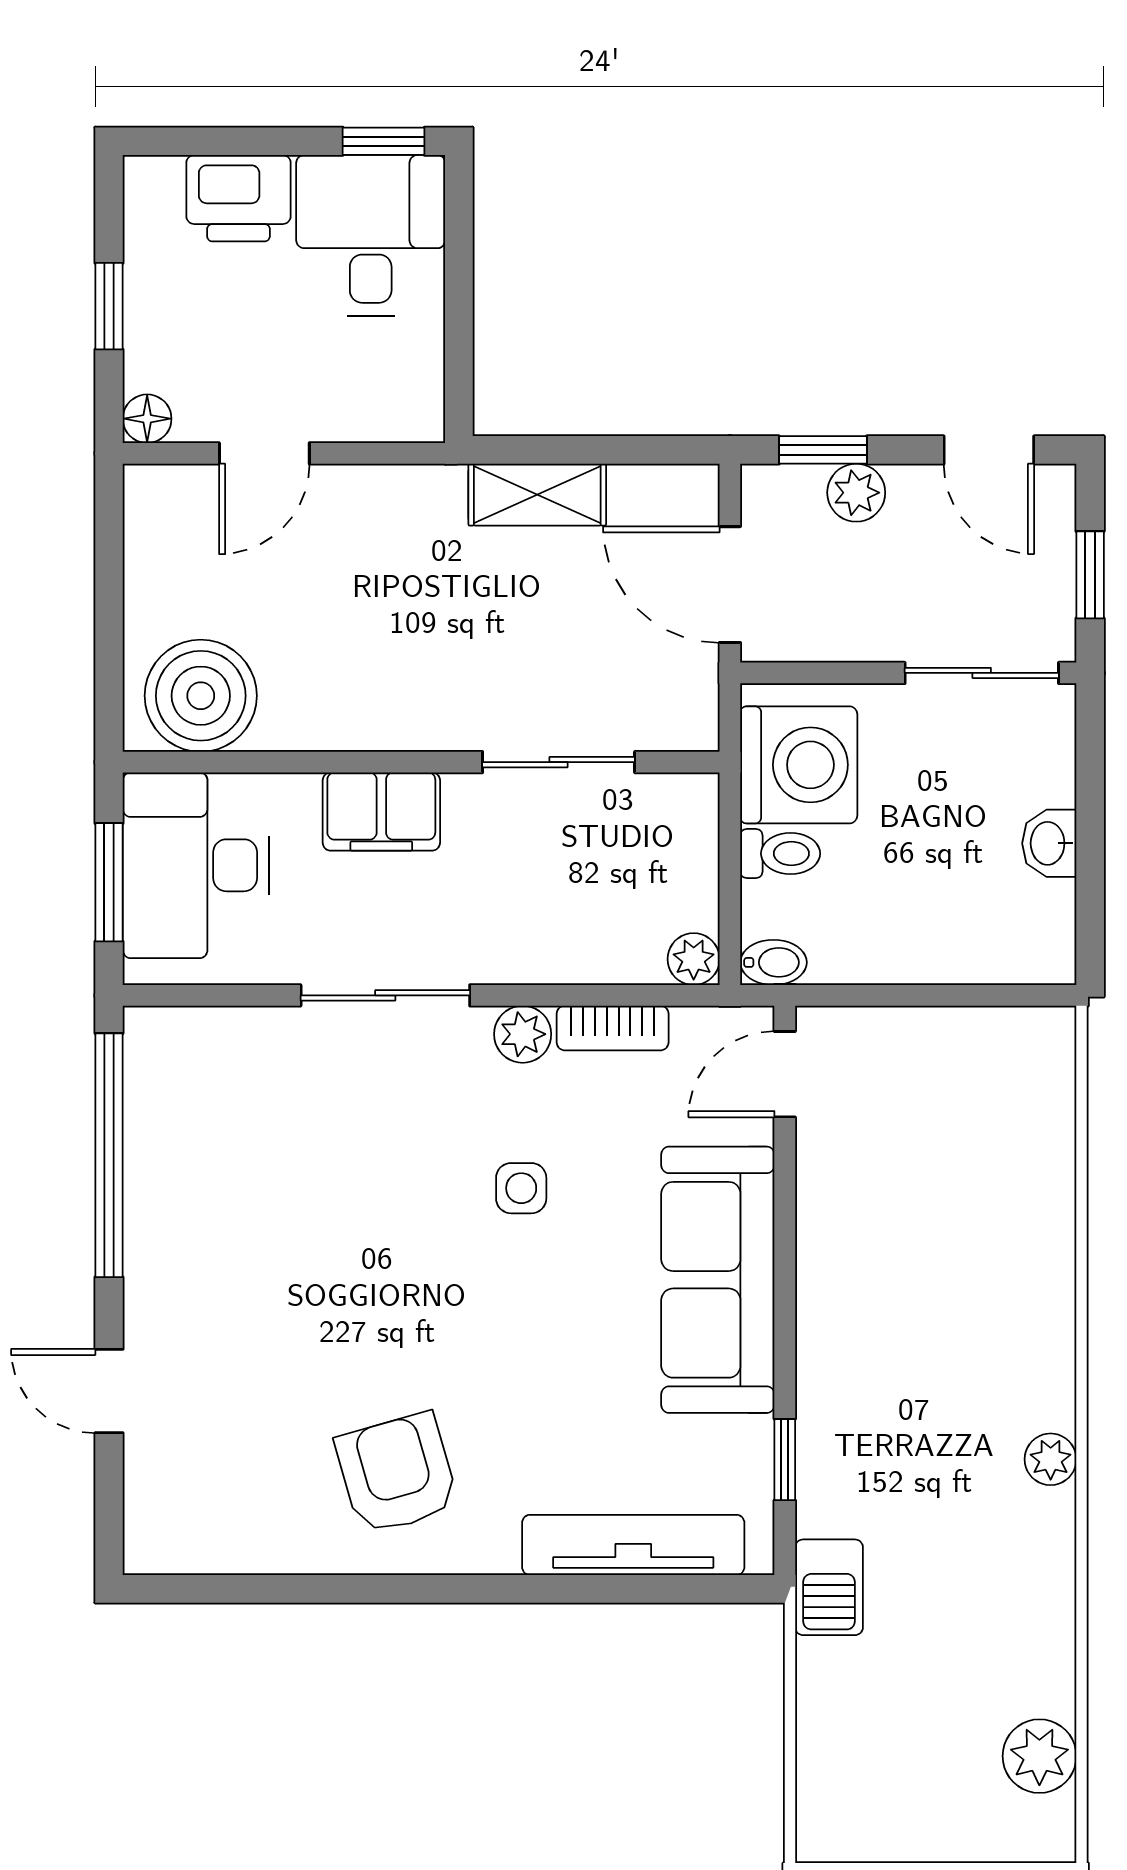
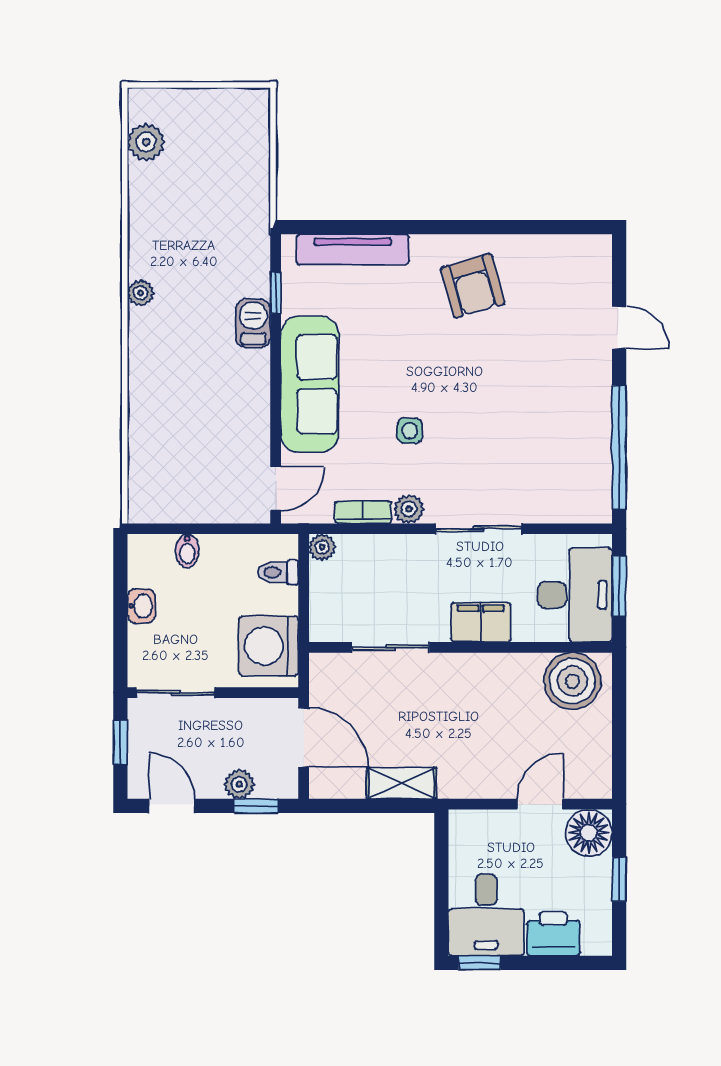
floor lamp: (147, 419) -> (589, 833), width x1.89, depth x1.89
toilet: (780, 853) -> (278, 572), moved
bidet: (773, 962) -> (187, 551), moved, turned -90
barbecue: (829, 1587) -> (253, 323), moved

